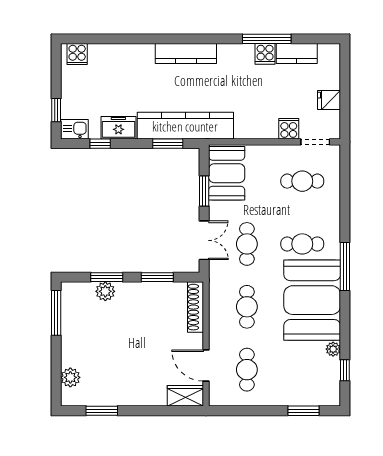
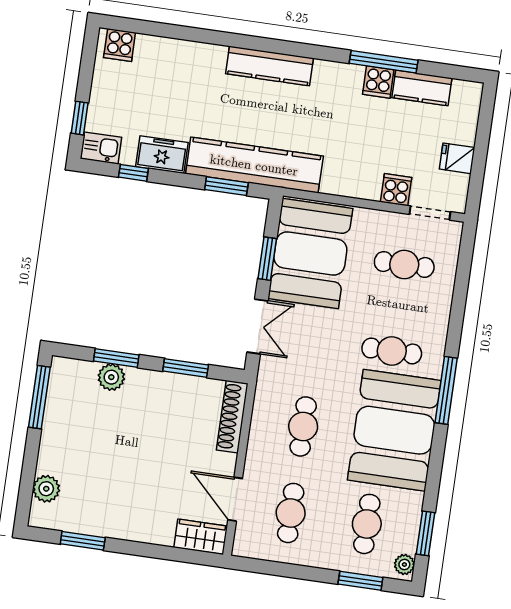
booth: (227, 173) -> (310, 253), width x1.36, depth x1.42
cafe table: (247, 244) -> (367, 524), moved
plant: (333, 349) -> (404, 564), moved
window: (345, 370) -> (425, 533), width x1.50

